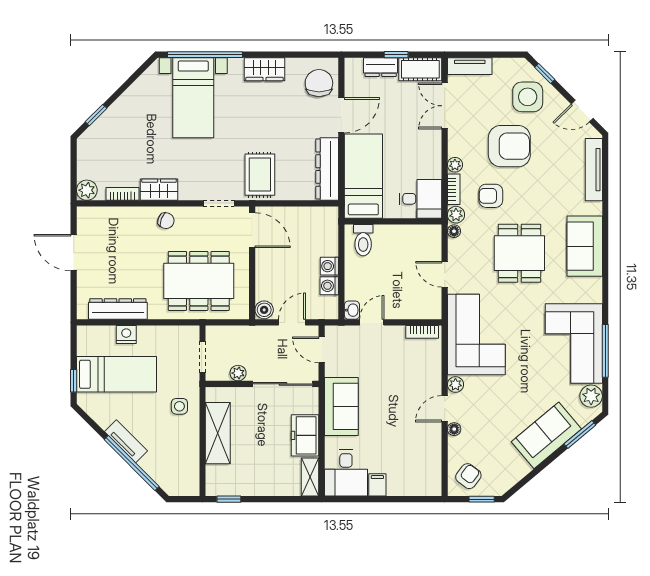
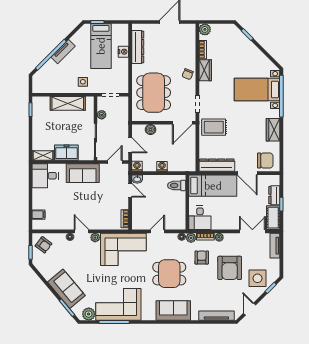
washing machine: (329, 286) -> (137, 166), moved
boiler: (264, 310) -> (151, 130), moved
filing cabinet: (377, 485) -> (39, 215), moved

